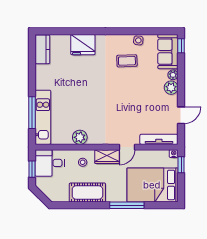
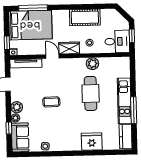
window: (181, 46) -> (9, 128), moved
coffee table: (127, 61) -> (51, 102), moved
cafe table: (83, 102) -> (91, 93), added
window: (32, 113) -> (134, 110), moved
kitchen unit: (43, 117) -> (124, 101), moved
door: (127, 147) -> (53, 56), hinge flipped
window: (127, 205) -> (33, 8), moved

